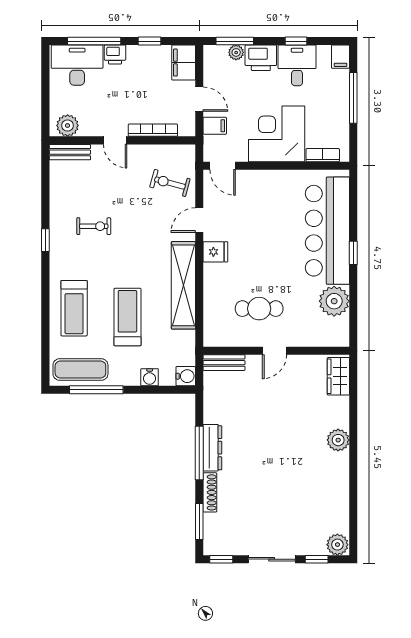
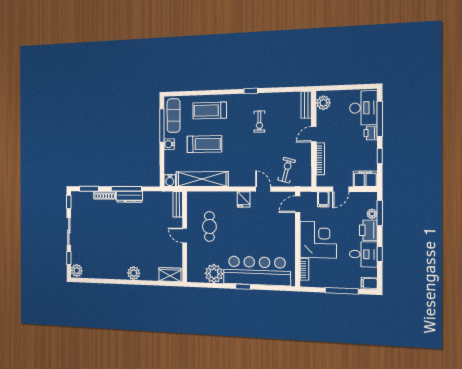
shelving: (183, 285) -> (202, 179), moved
water cooler: (150, 377) -> (169, 144), moved

